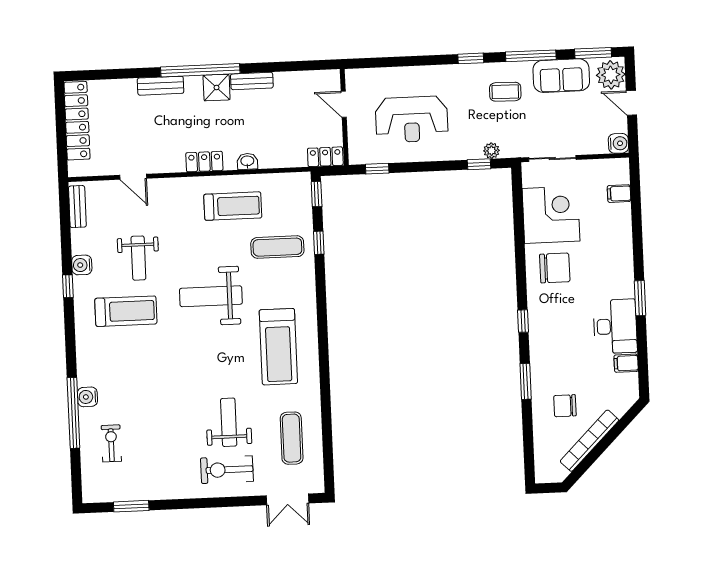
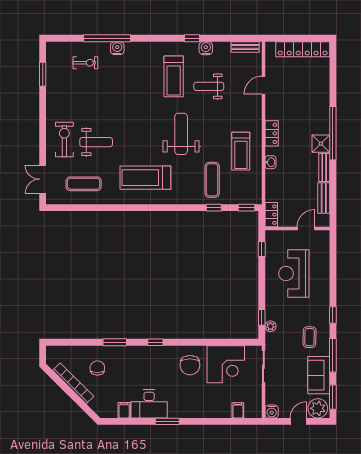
bench: (161, 86) -> (324, 198), moved

